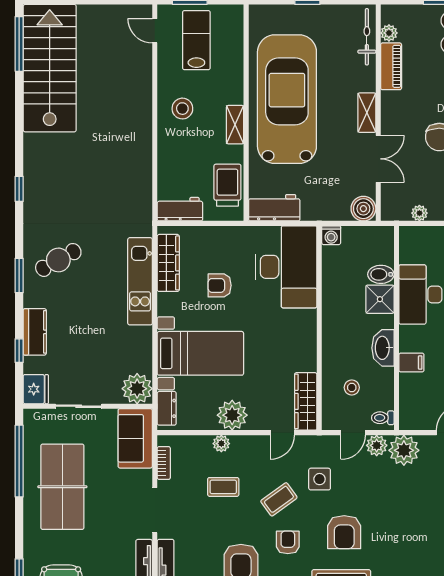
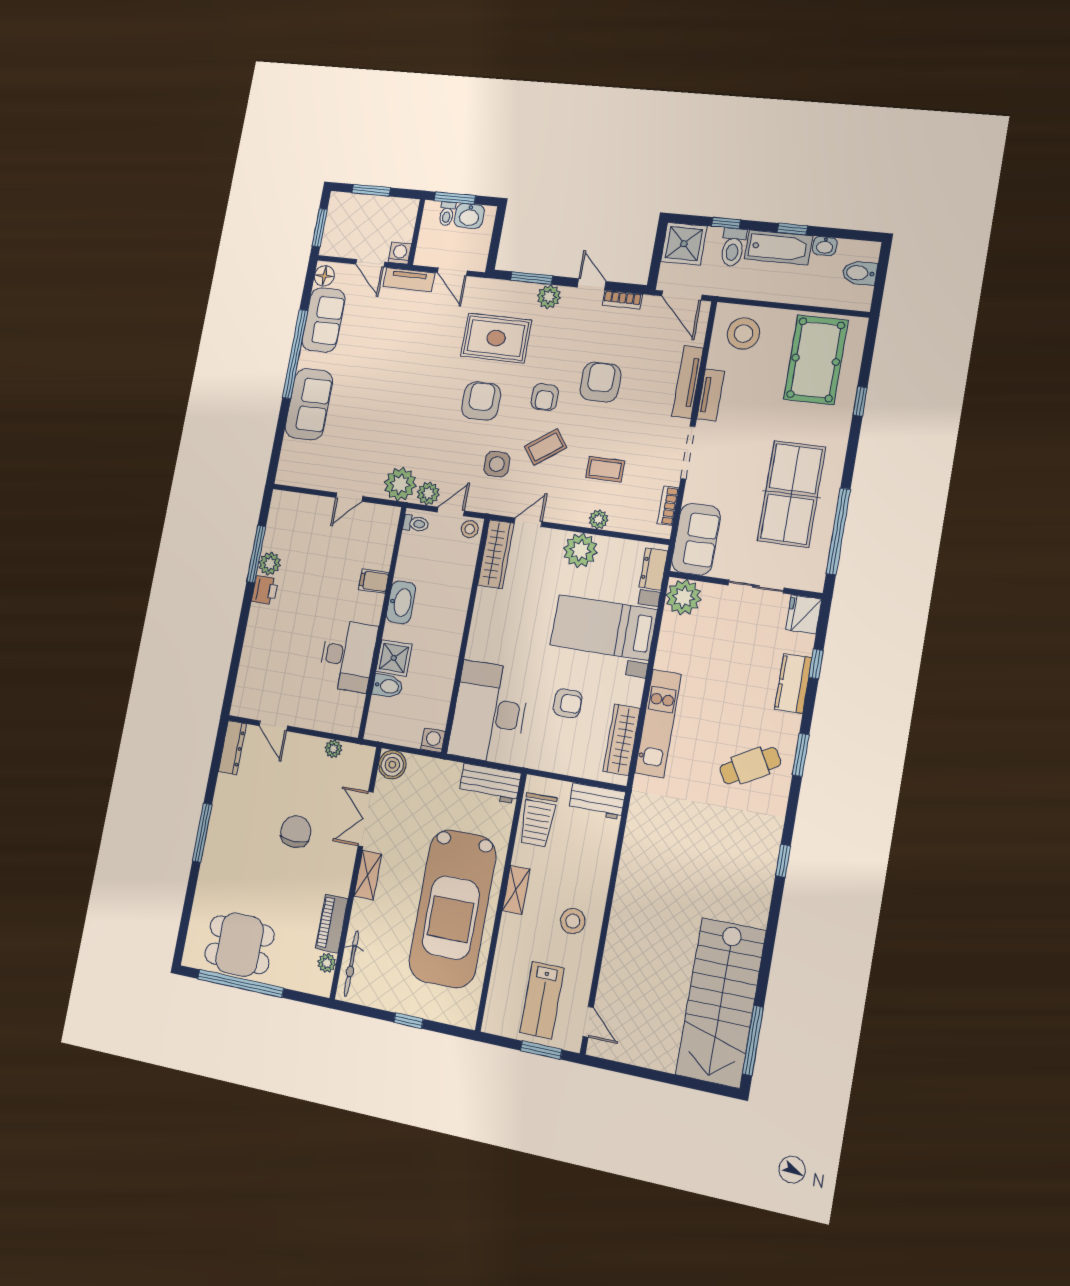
stool: (352, 388) -> (470, 529), moved

